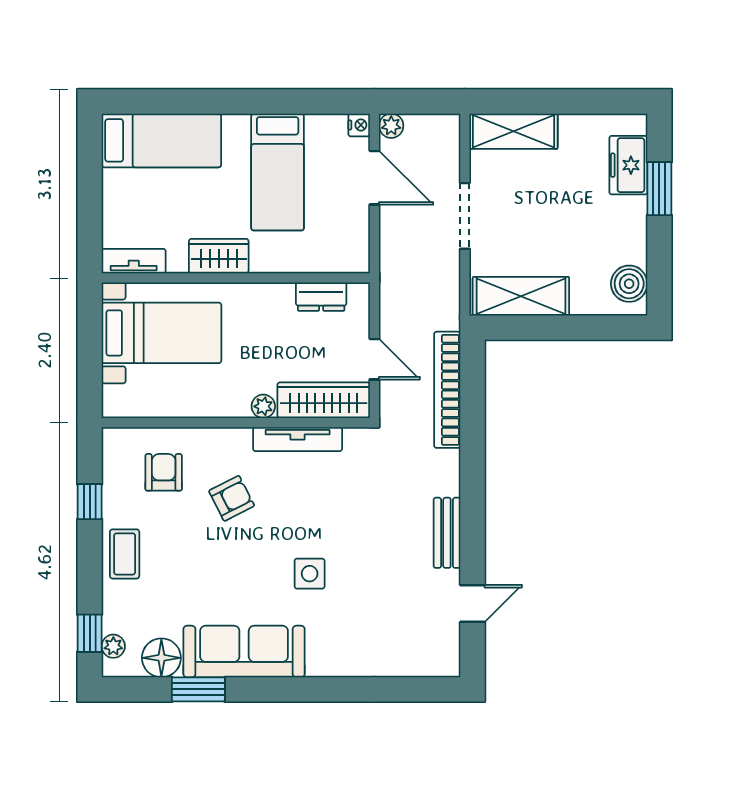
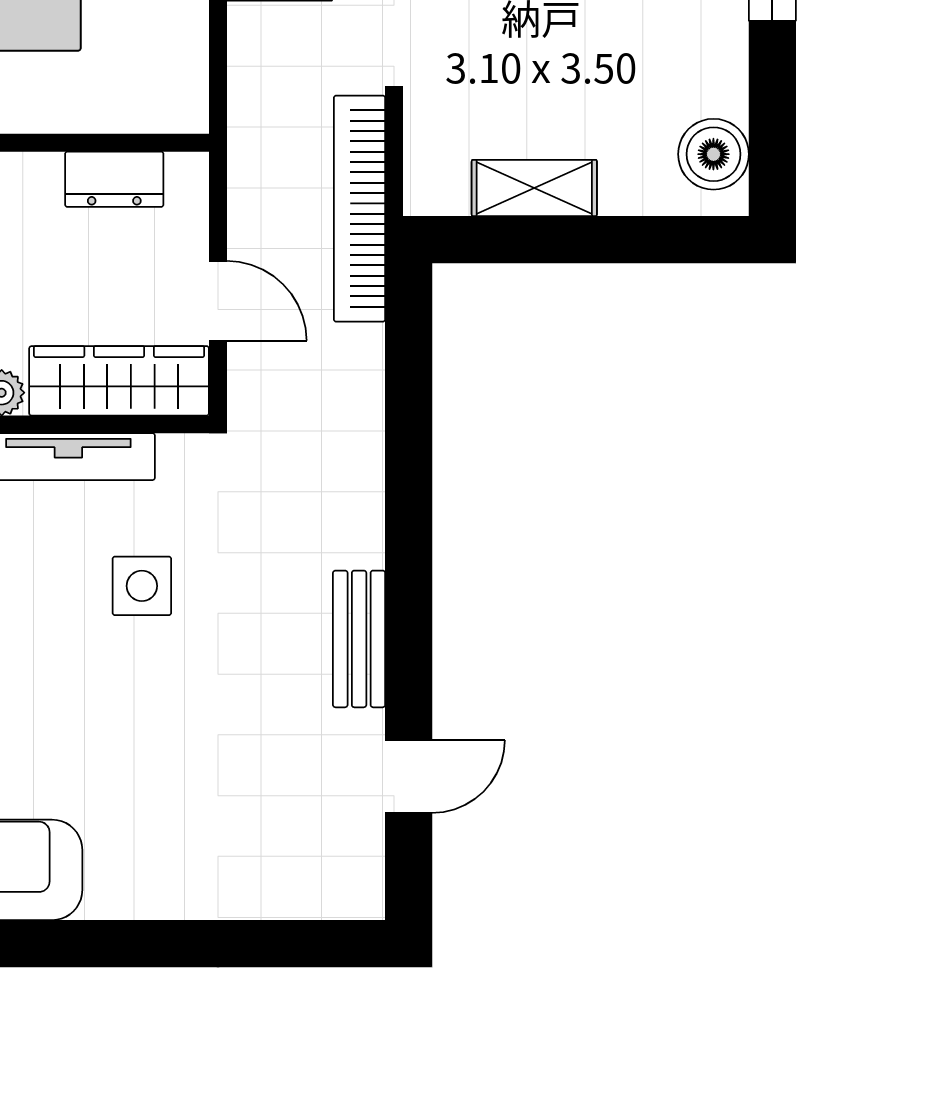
shelving: (521, 296) -> (534, 188), width x0.67, depth x0.75
bookcase: (447, 390) -> (359, 209), moved
side table: (310, 574) -> (142, 586), moved

